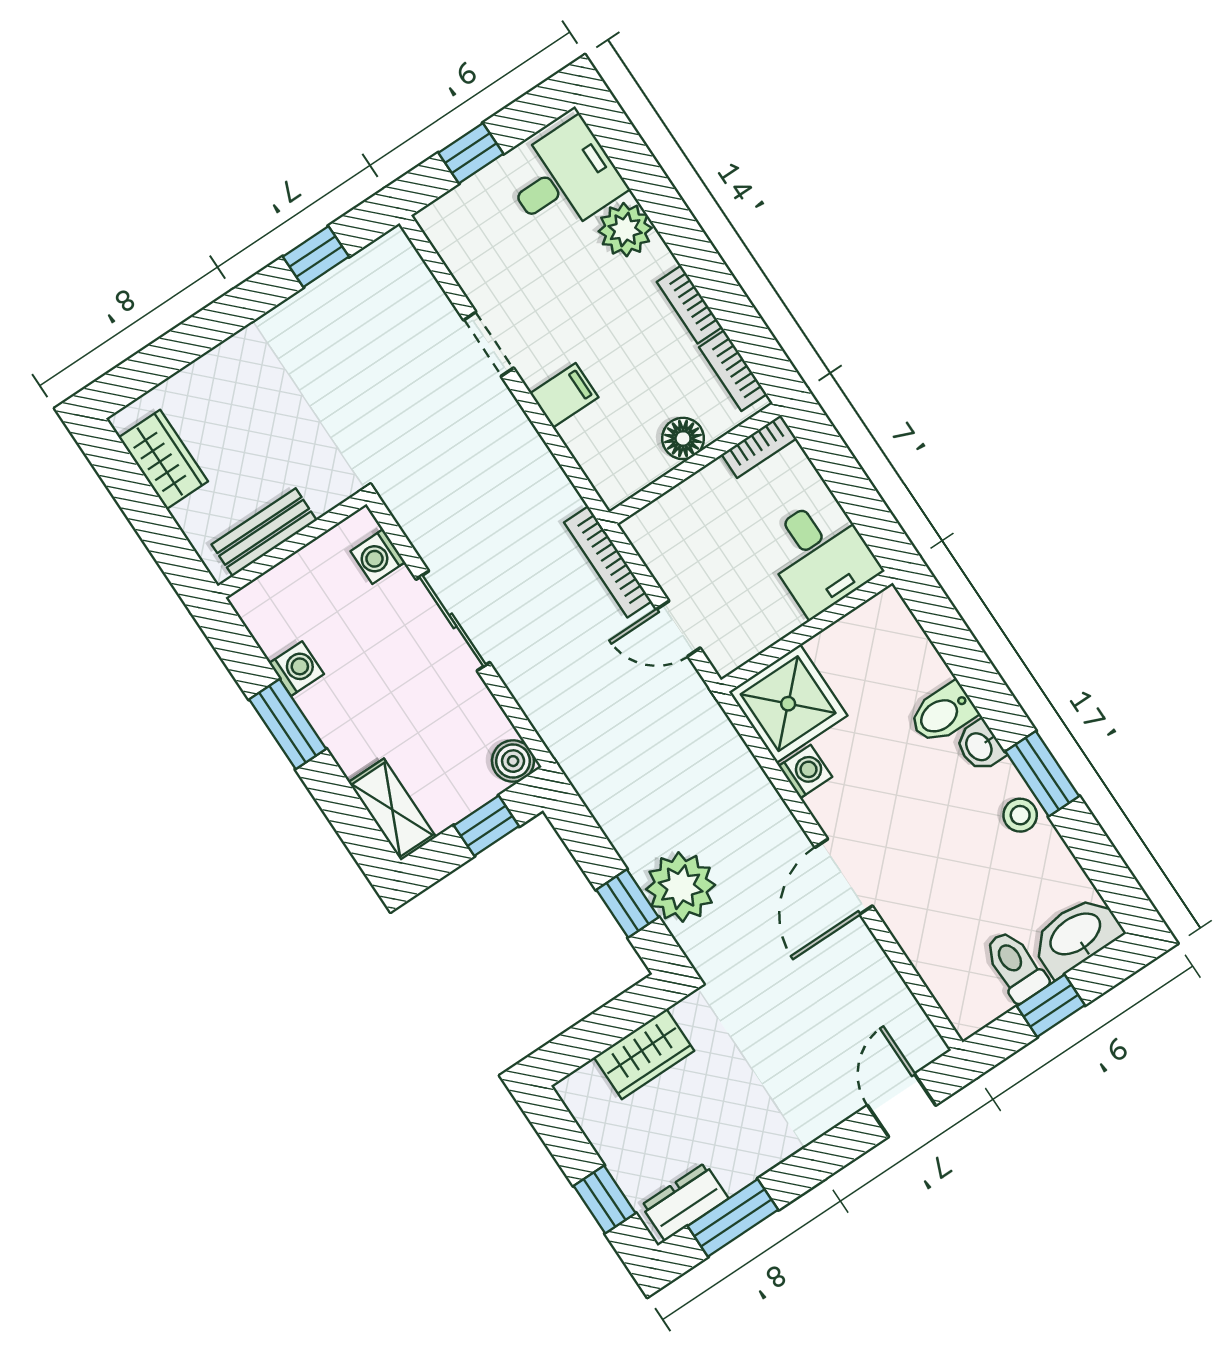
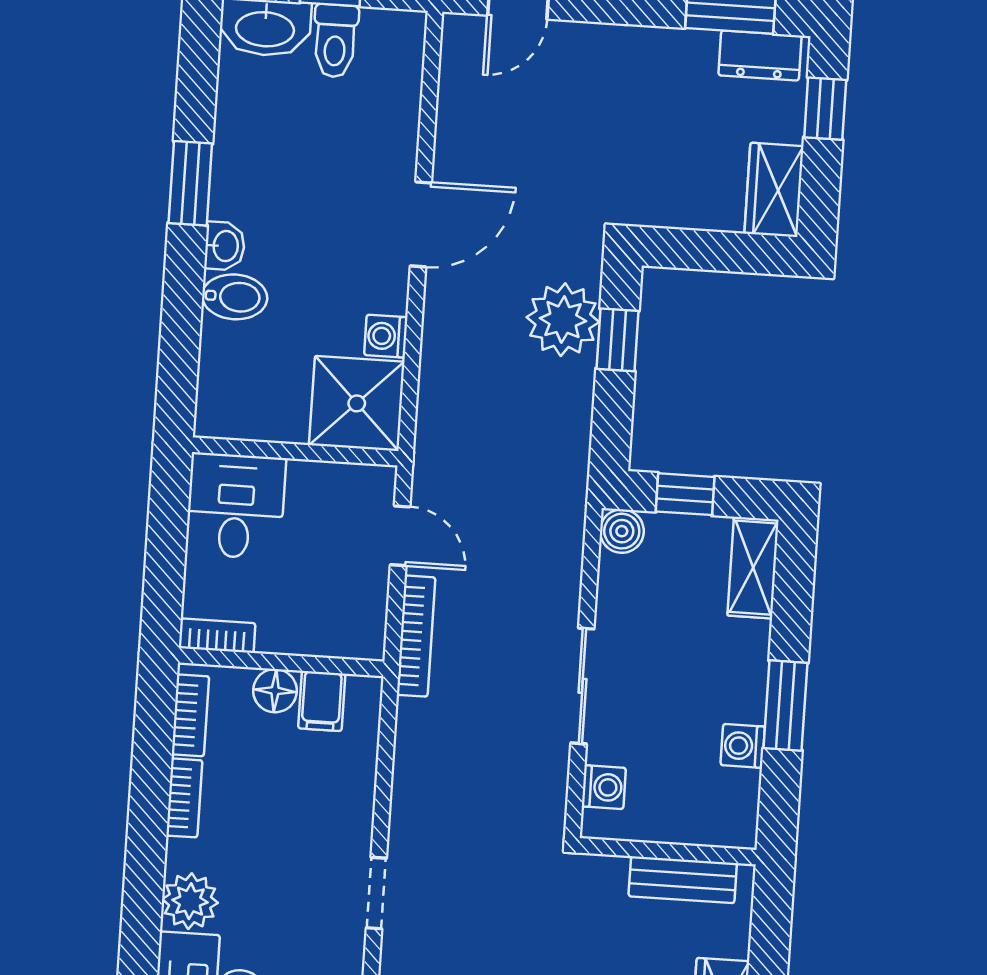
filing cabinet: (564, 395) -> (322, 701), moved, turned -90
stool: (1020, 815) -> (235, 163), removed
wardrobe: (644, 1054) -> (774, 190), moved, turned -90

